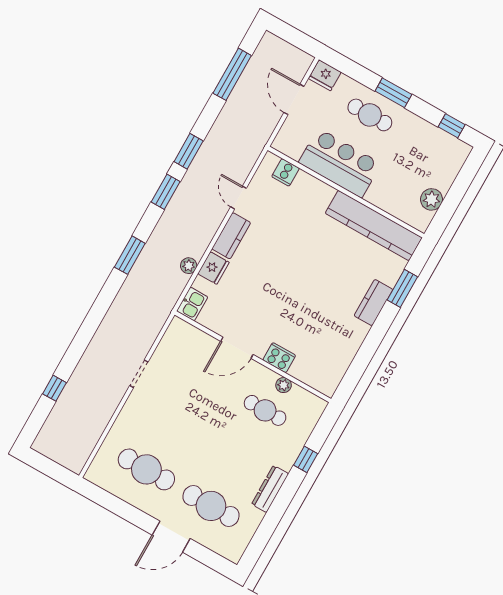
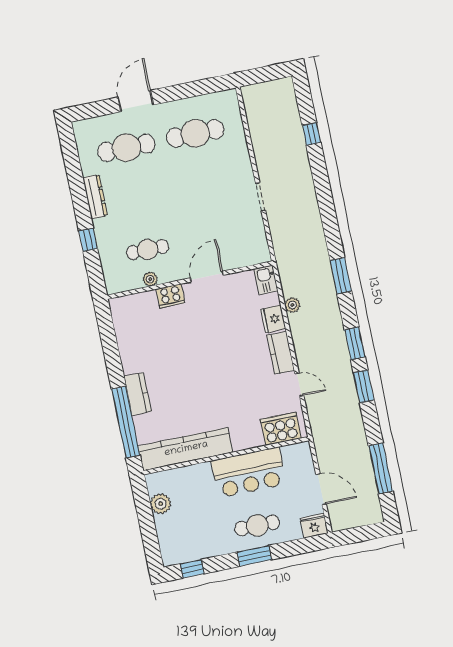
cooker: (286, 172) -> (281, 429), width x1.87, depth x1.31
window: (402, 288) -> (126, 422), width x2.11

